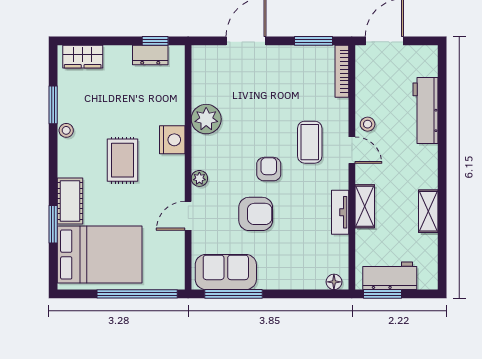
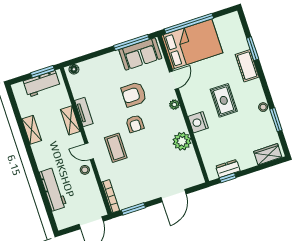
bed: (100, 254) -> (192, 44), moved, turned 180

